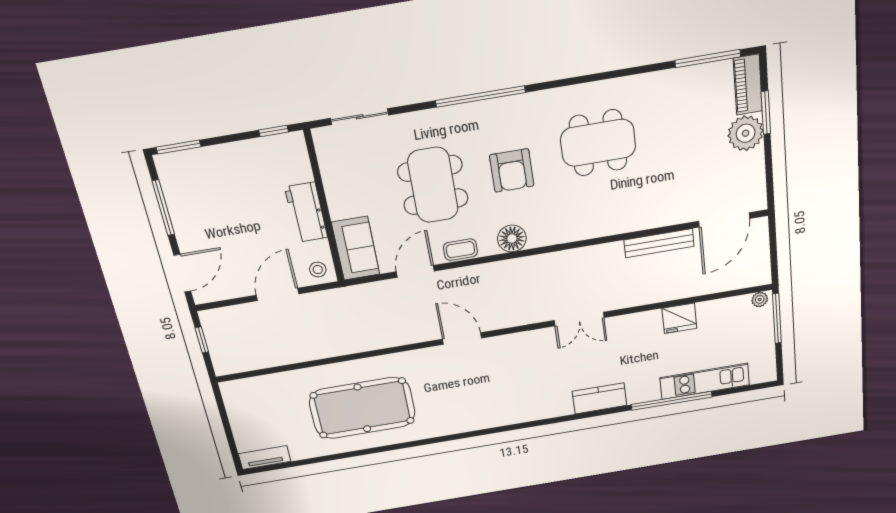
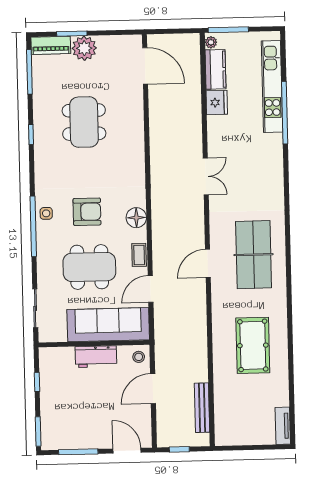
window: (616, 74) -> (31, 134), added
side table: (502, 113) -> (46, 213), added
window: (274, 131) -> (37, 382), moved
dining table: (598, 143) -> (84, 122), moved
bench: (659, 243) -> (202, 408), moved
sofa: (356, 248) -> (108, 325), width x1.85, depth x1.27
door: (415, 271) -> (151, 289), hinge flipped
door: (278, 294) -> (153, 389), hinge flipped
kitchen unit: (705, 381) -> (272, 86), width x1.36
table tennis table: (482, 392) -> (254, 255), added
kitchen counter: (599, 398) -> (215, 69), moved, turned 180
pool table: (362, 408) -> (253, 345), width x0.73, depth x0.76

